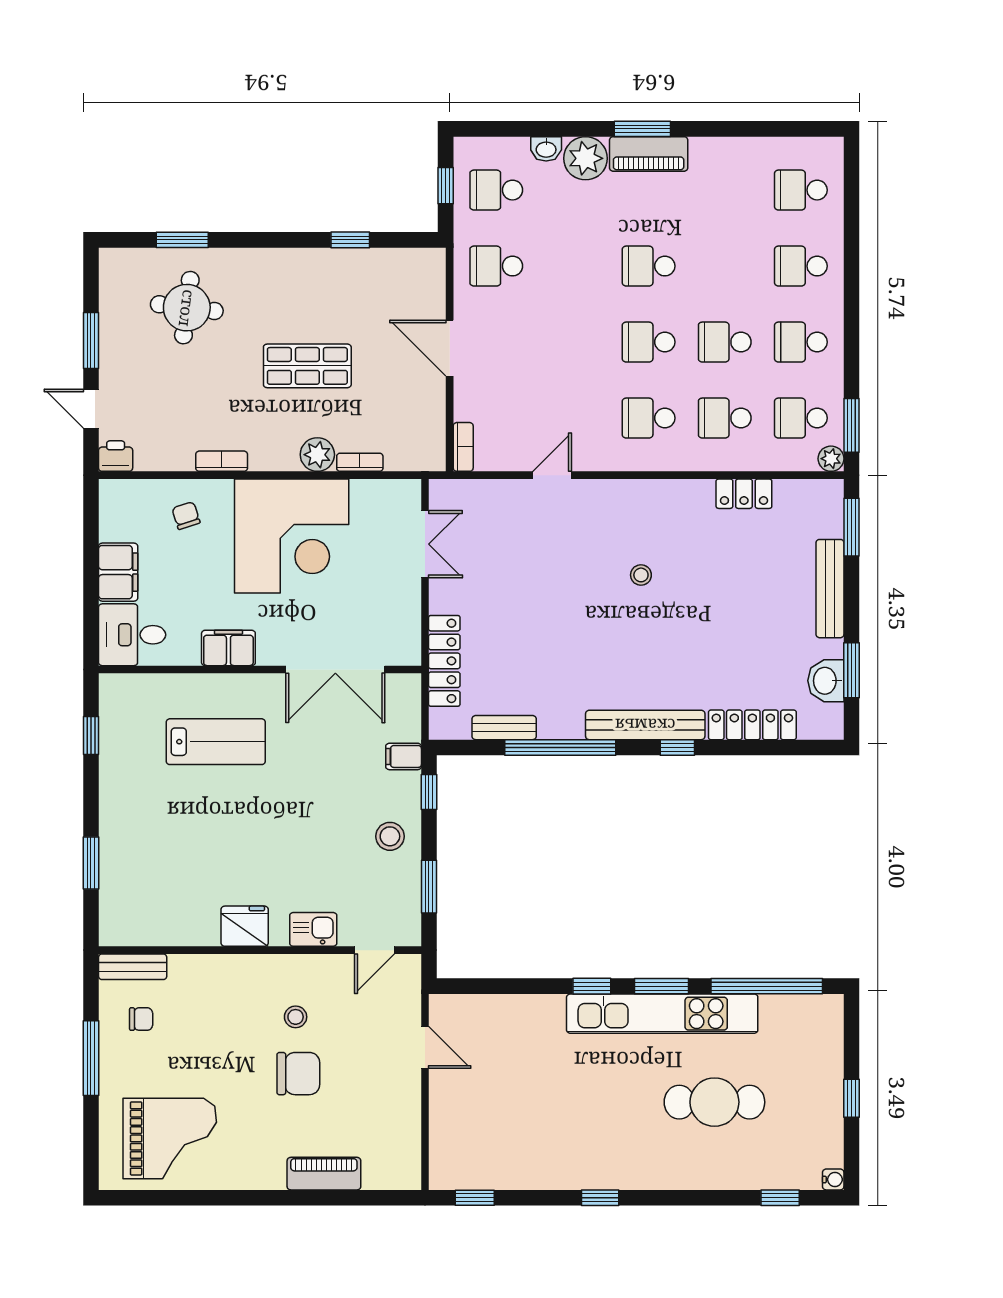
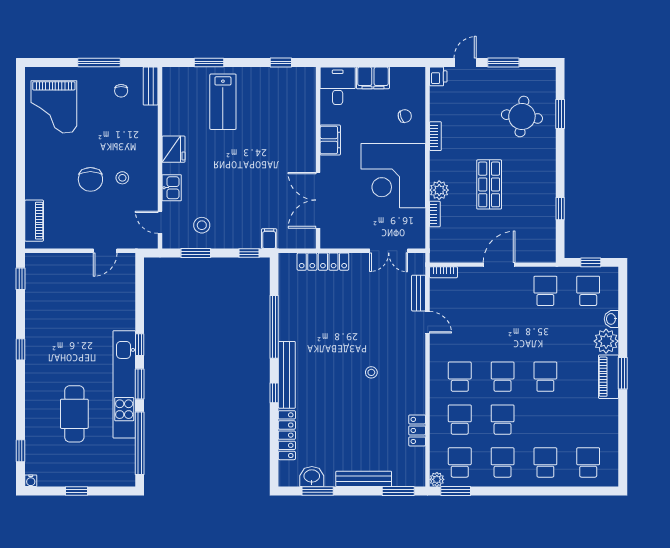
bench: (504, 728) -> (419, 293), moved
lab bench: (216, 742) -> (223, 102), moved
stool: (390, 836) -> (202, 225), moved
piano: (324, 1174) -> (34, 221), moved

